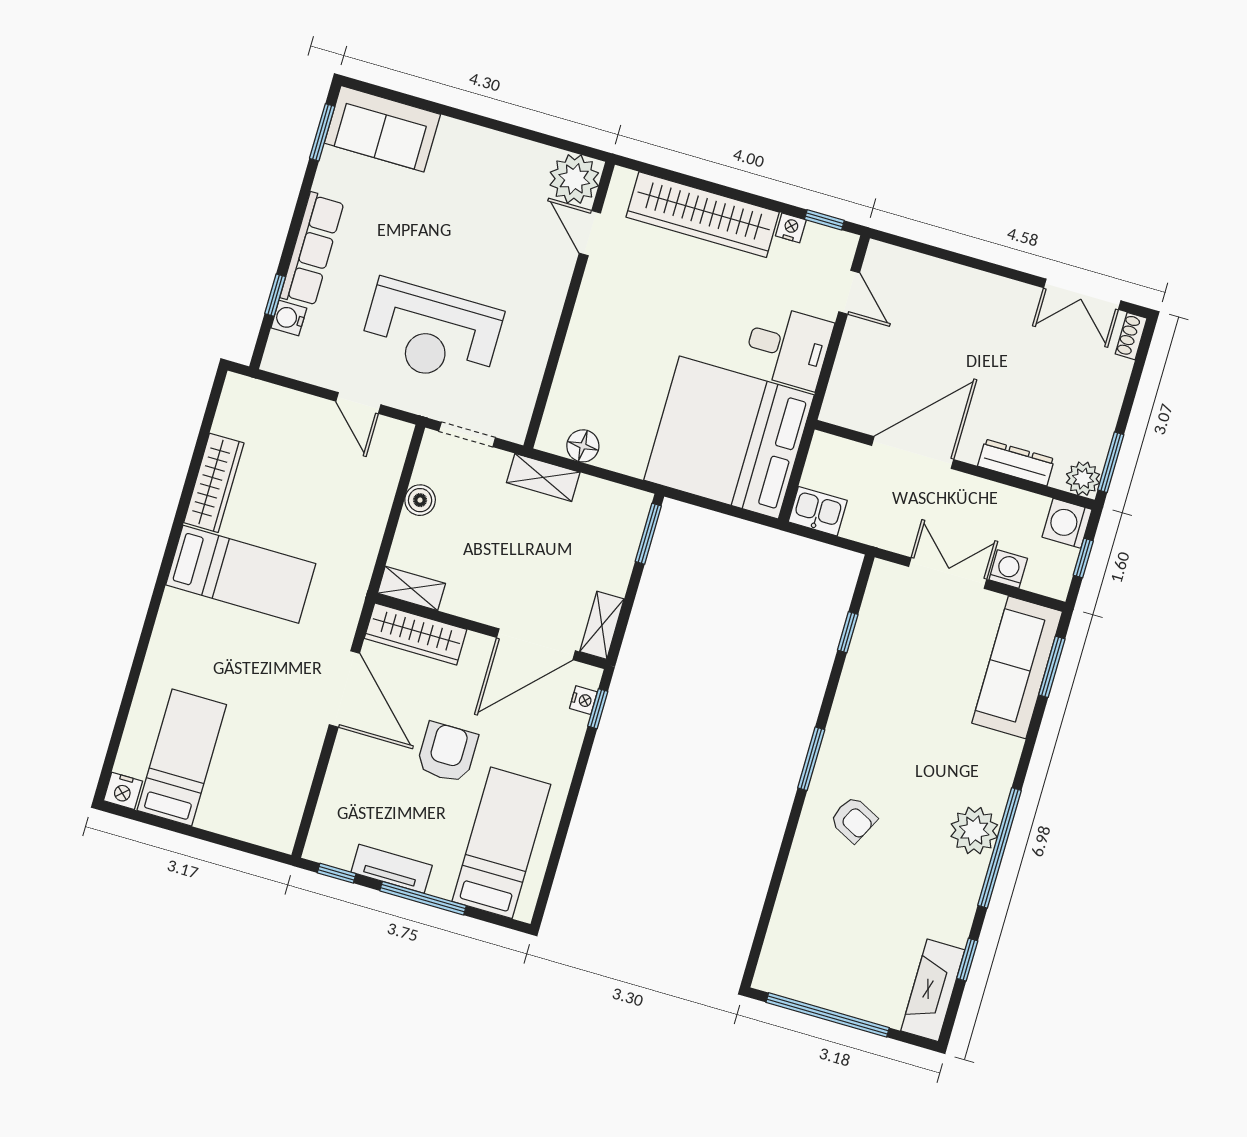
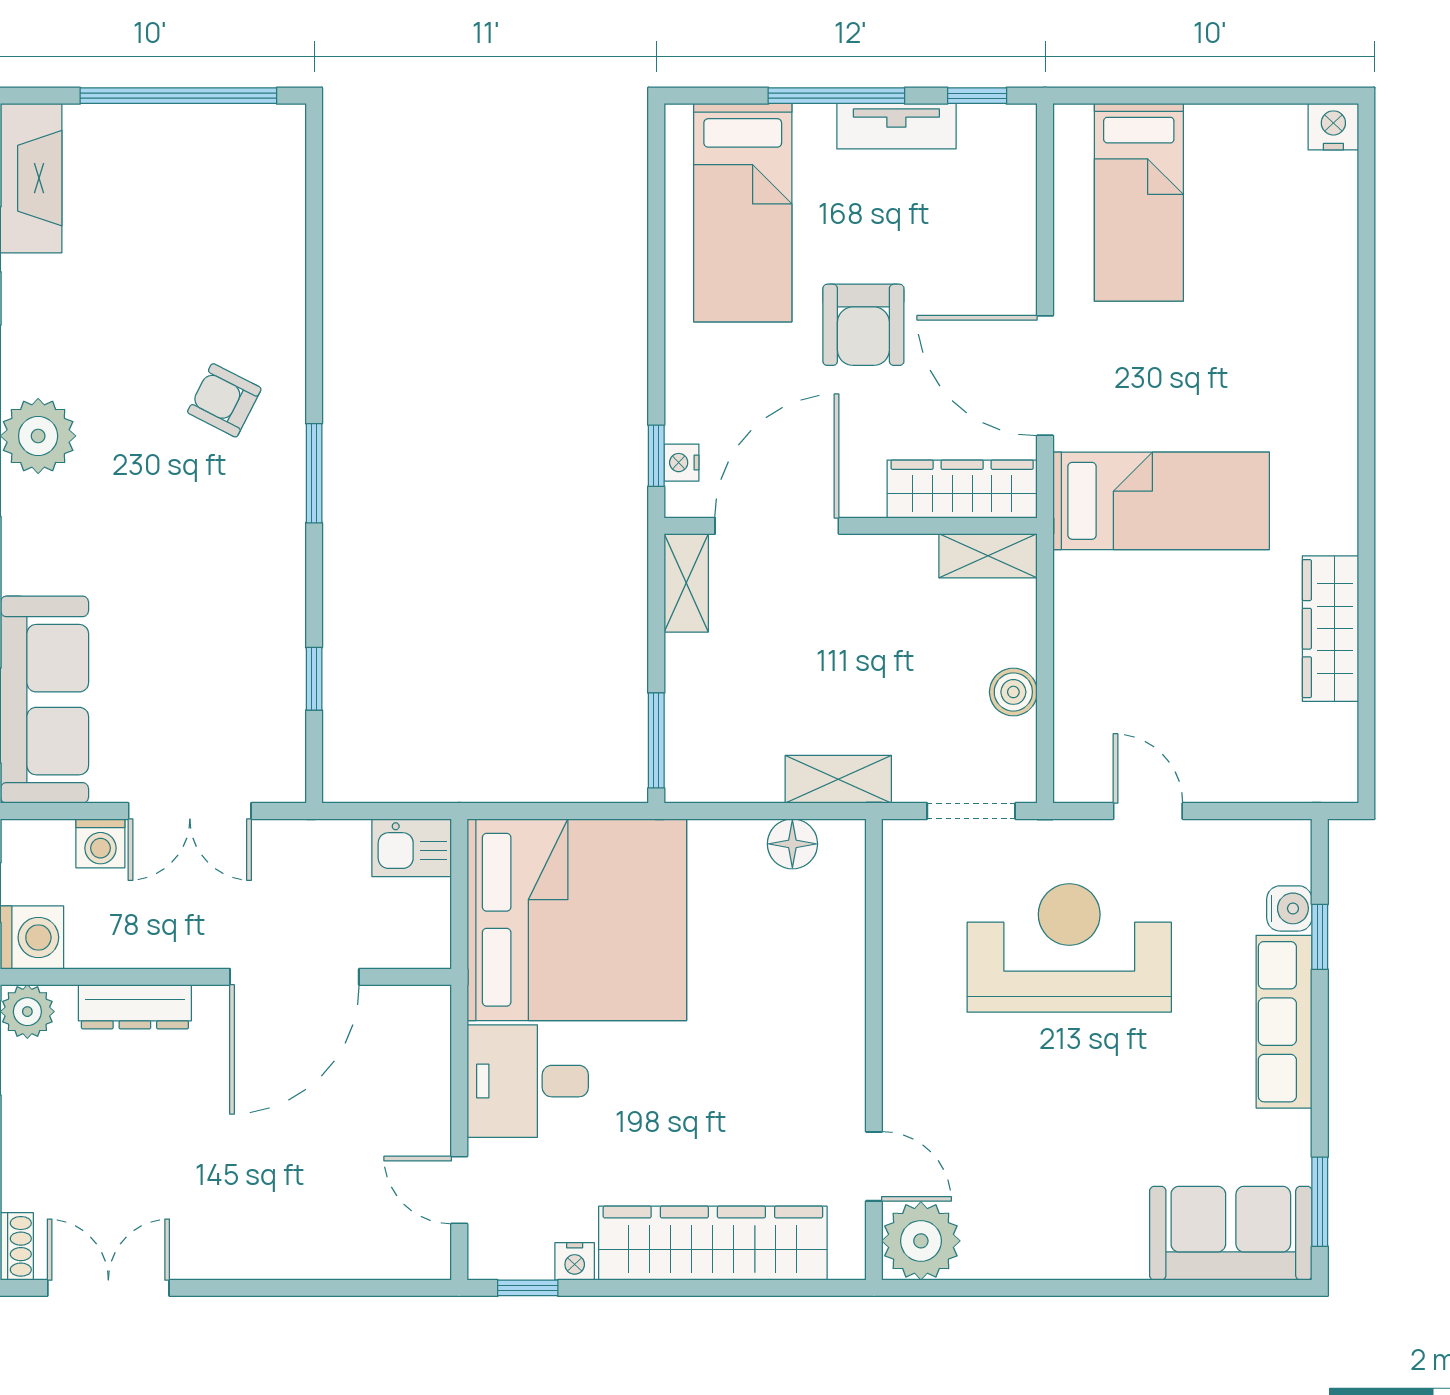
bed: (241, 574) -> (1161, 501), moved, turned 180
bed: (182, 758) -> (1139, 202), moved

